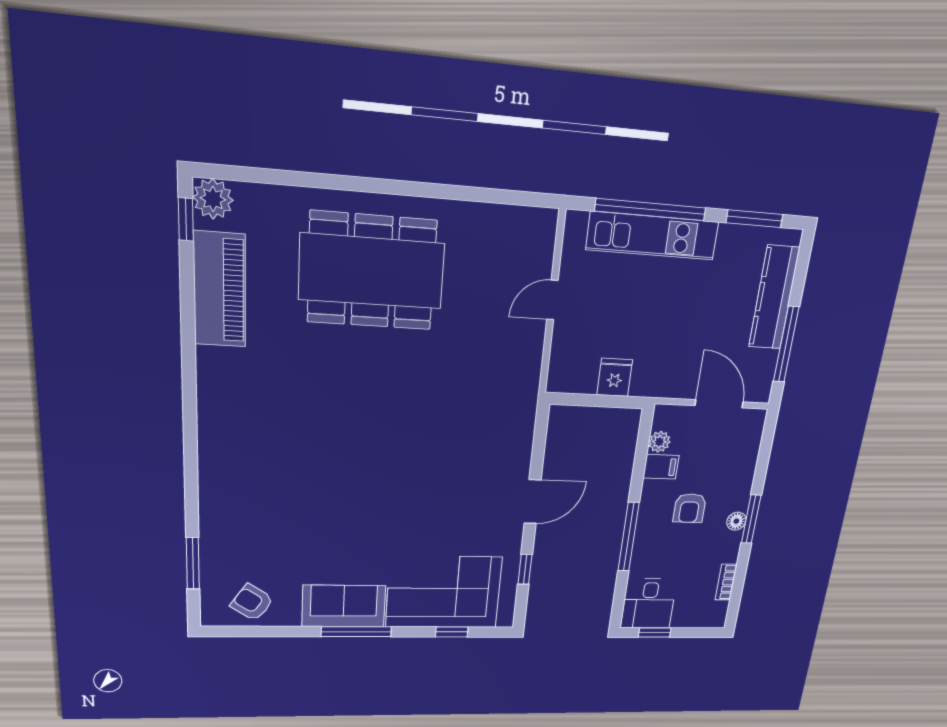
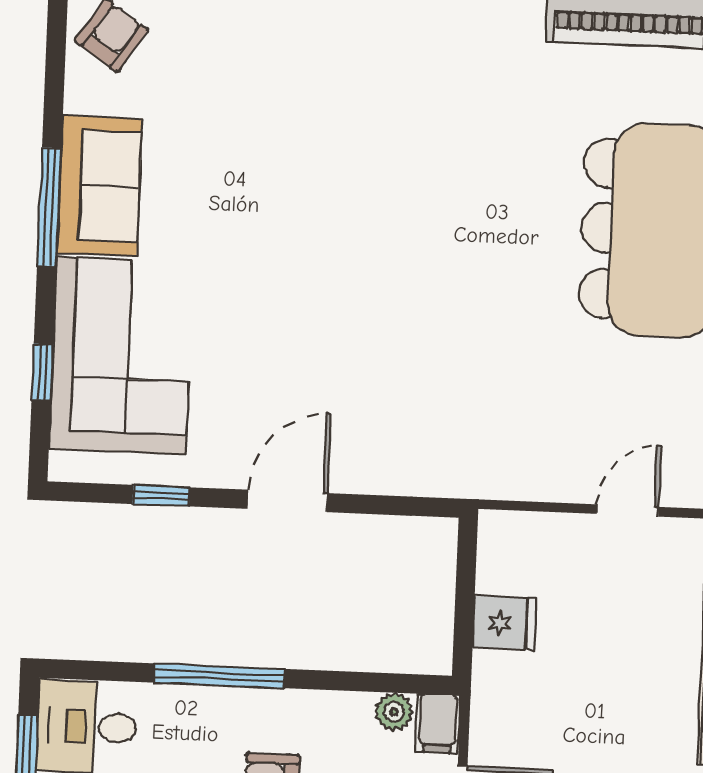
door: (552, 300) -> (628, 510), hinge flipped
filing cabinet: (661, 467) -> (438, 723), moved
door: (533, 502) -> (288, 501), swing flipped

